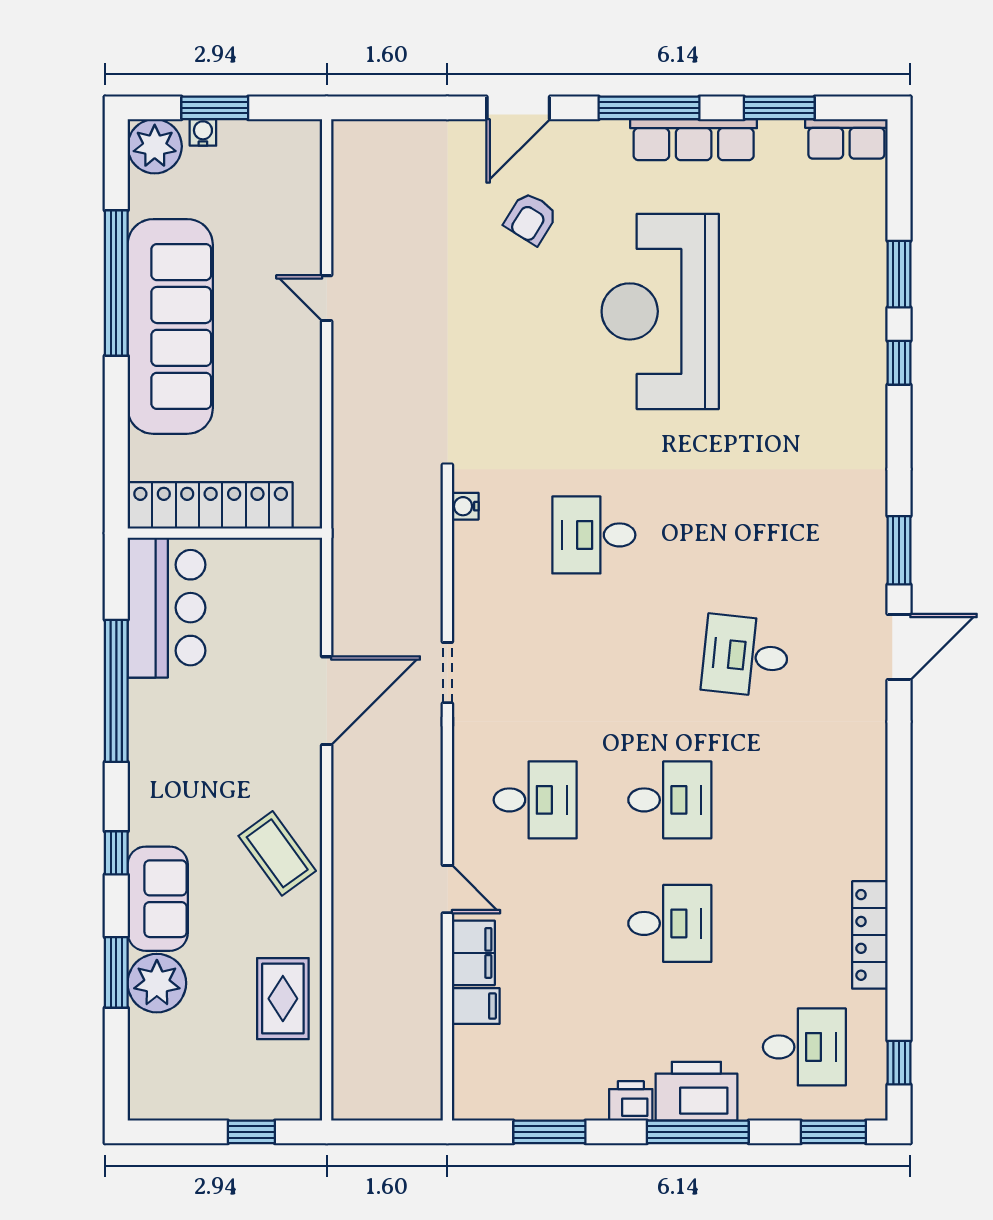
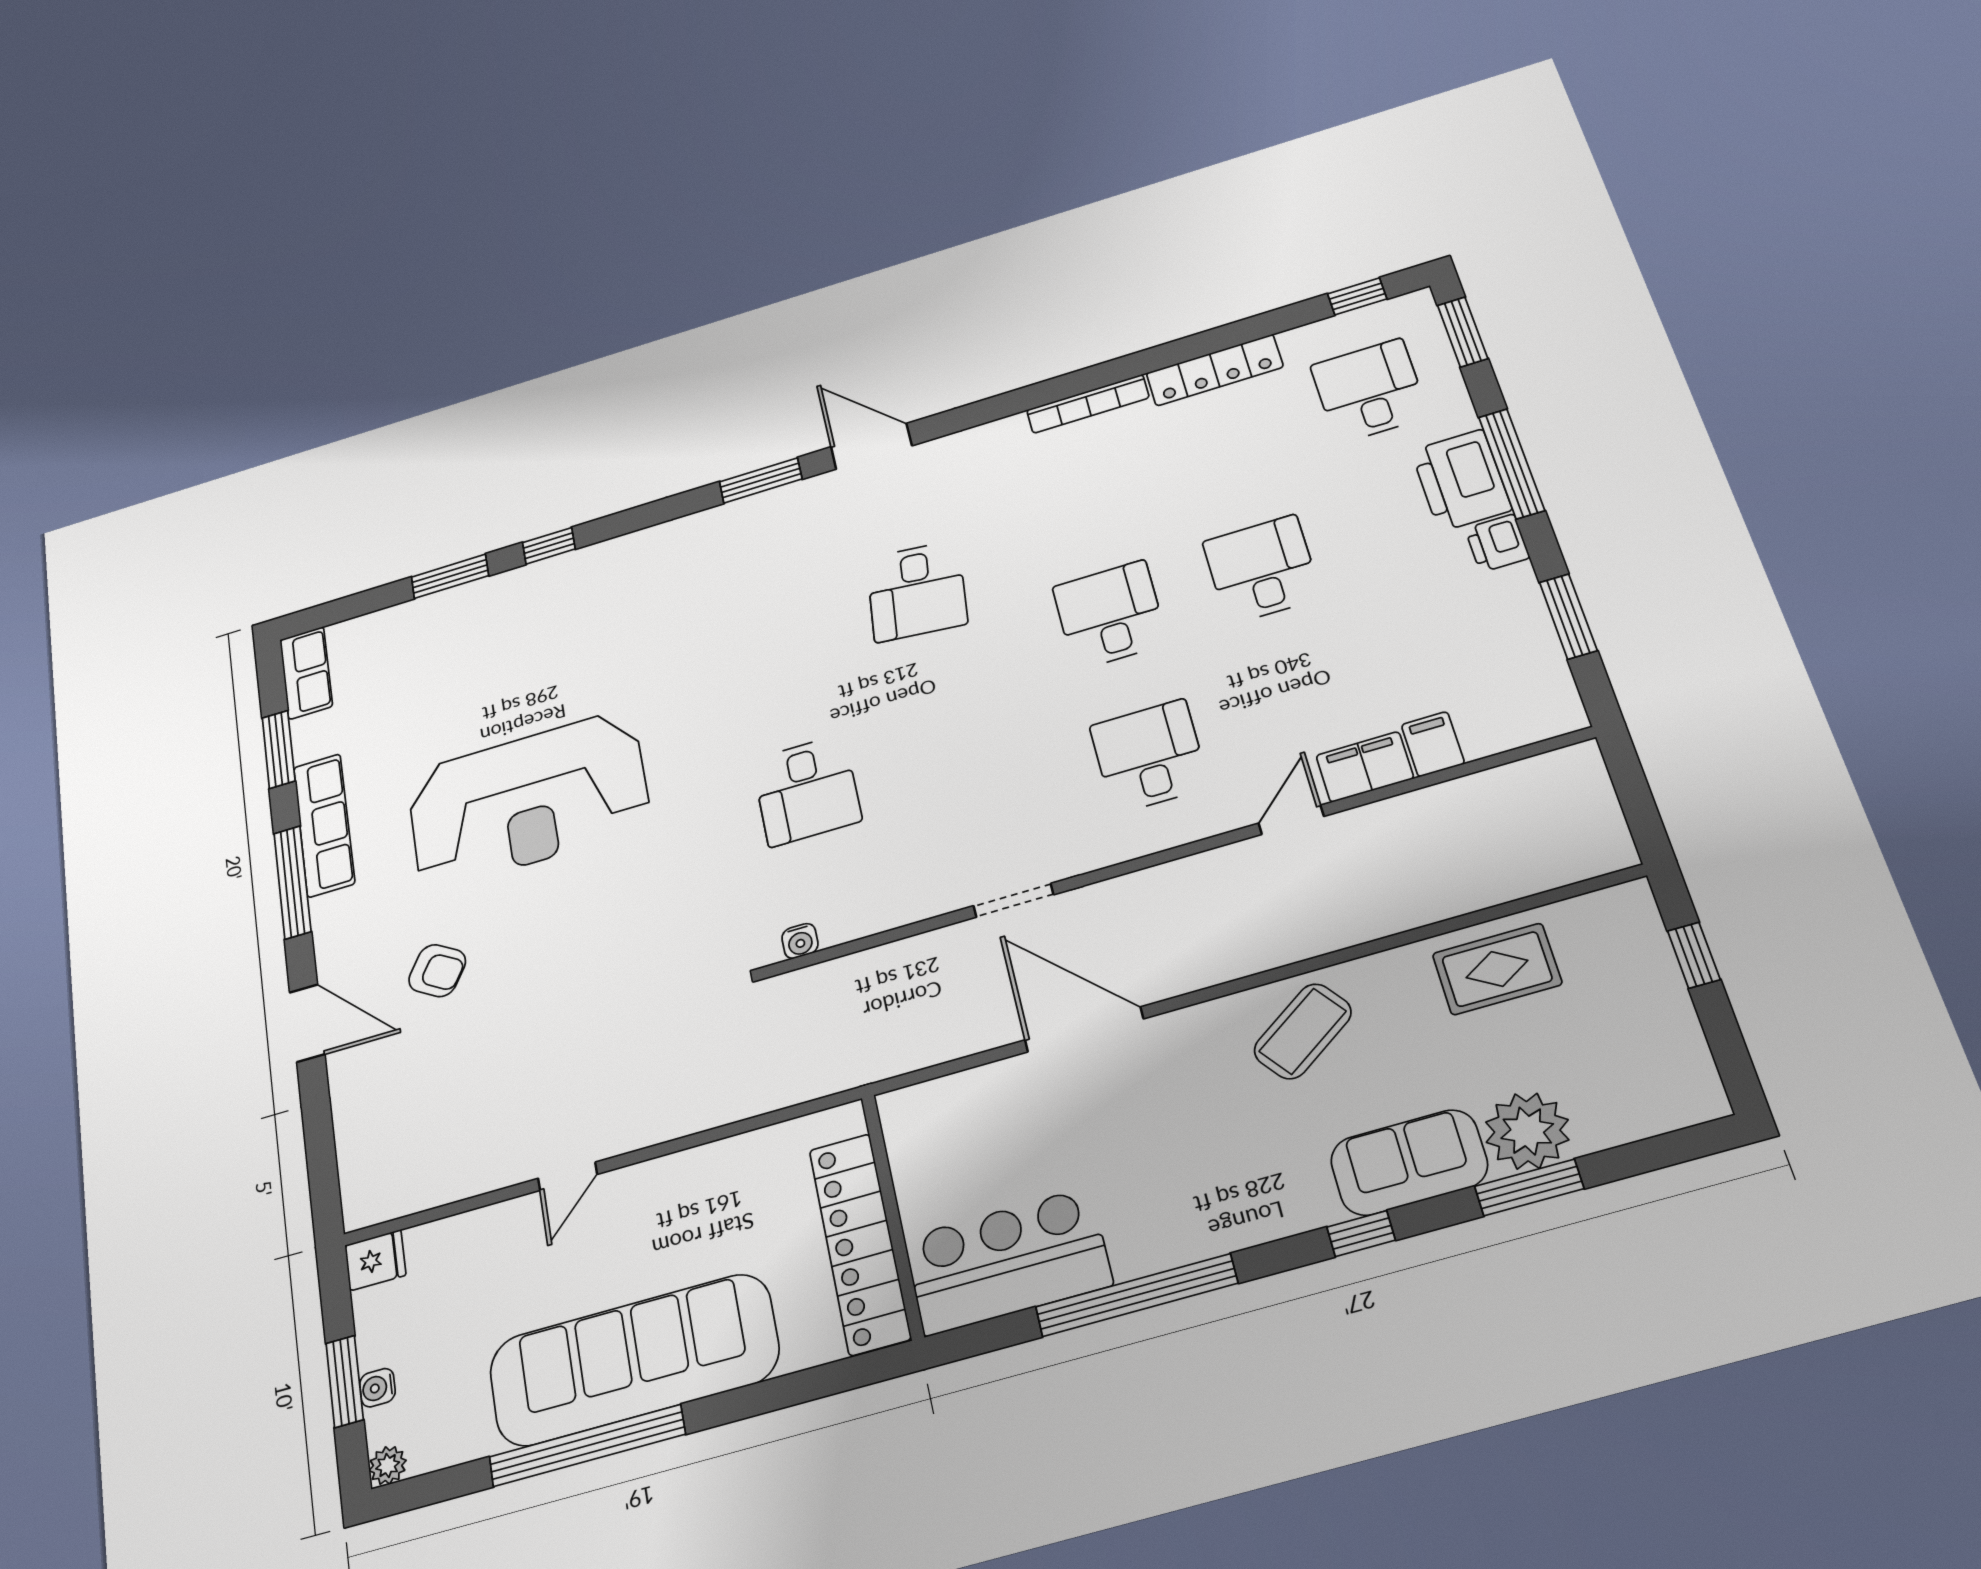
fridge: (303, 142) -> (375, 1260), added
plant: (155, 146) -> (388, 1466), width x0.53, depth x0.53
bookcase: (875, 829) -> (1088, 404), added

